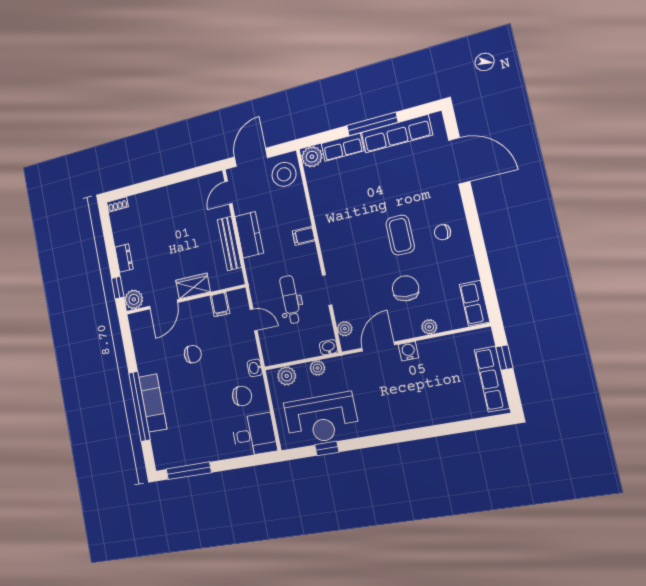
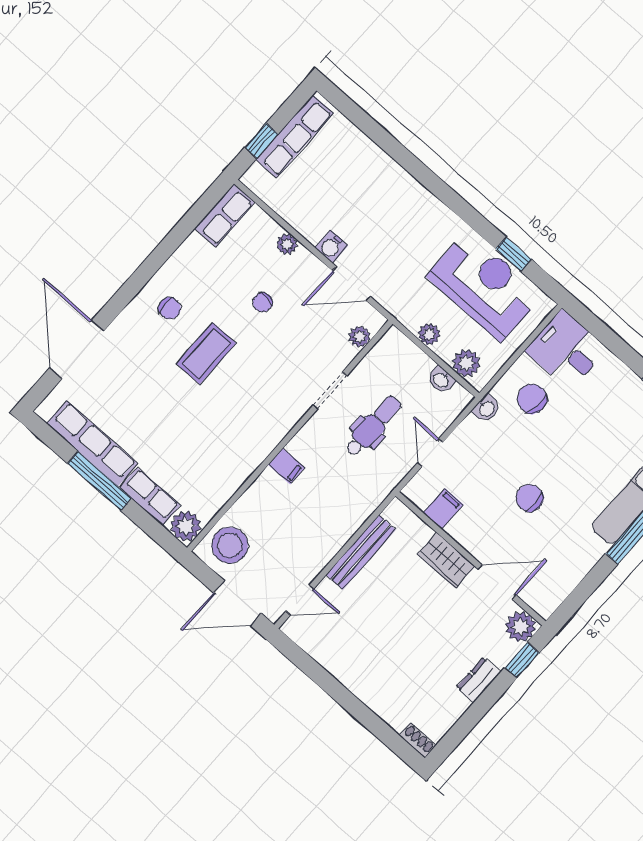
kitchen counter: (249, 235) -> (332, 535), removed
chair: (406, 288) -> (263, 302), width x0.54, depth x0.54
dental chair: (290, 300) -> (373, 426), turned 180
washbasin: (329, 347) -> (441, 380), moved

